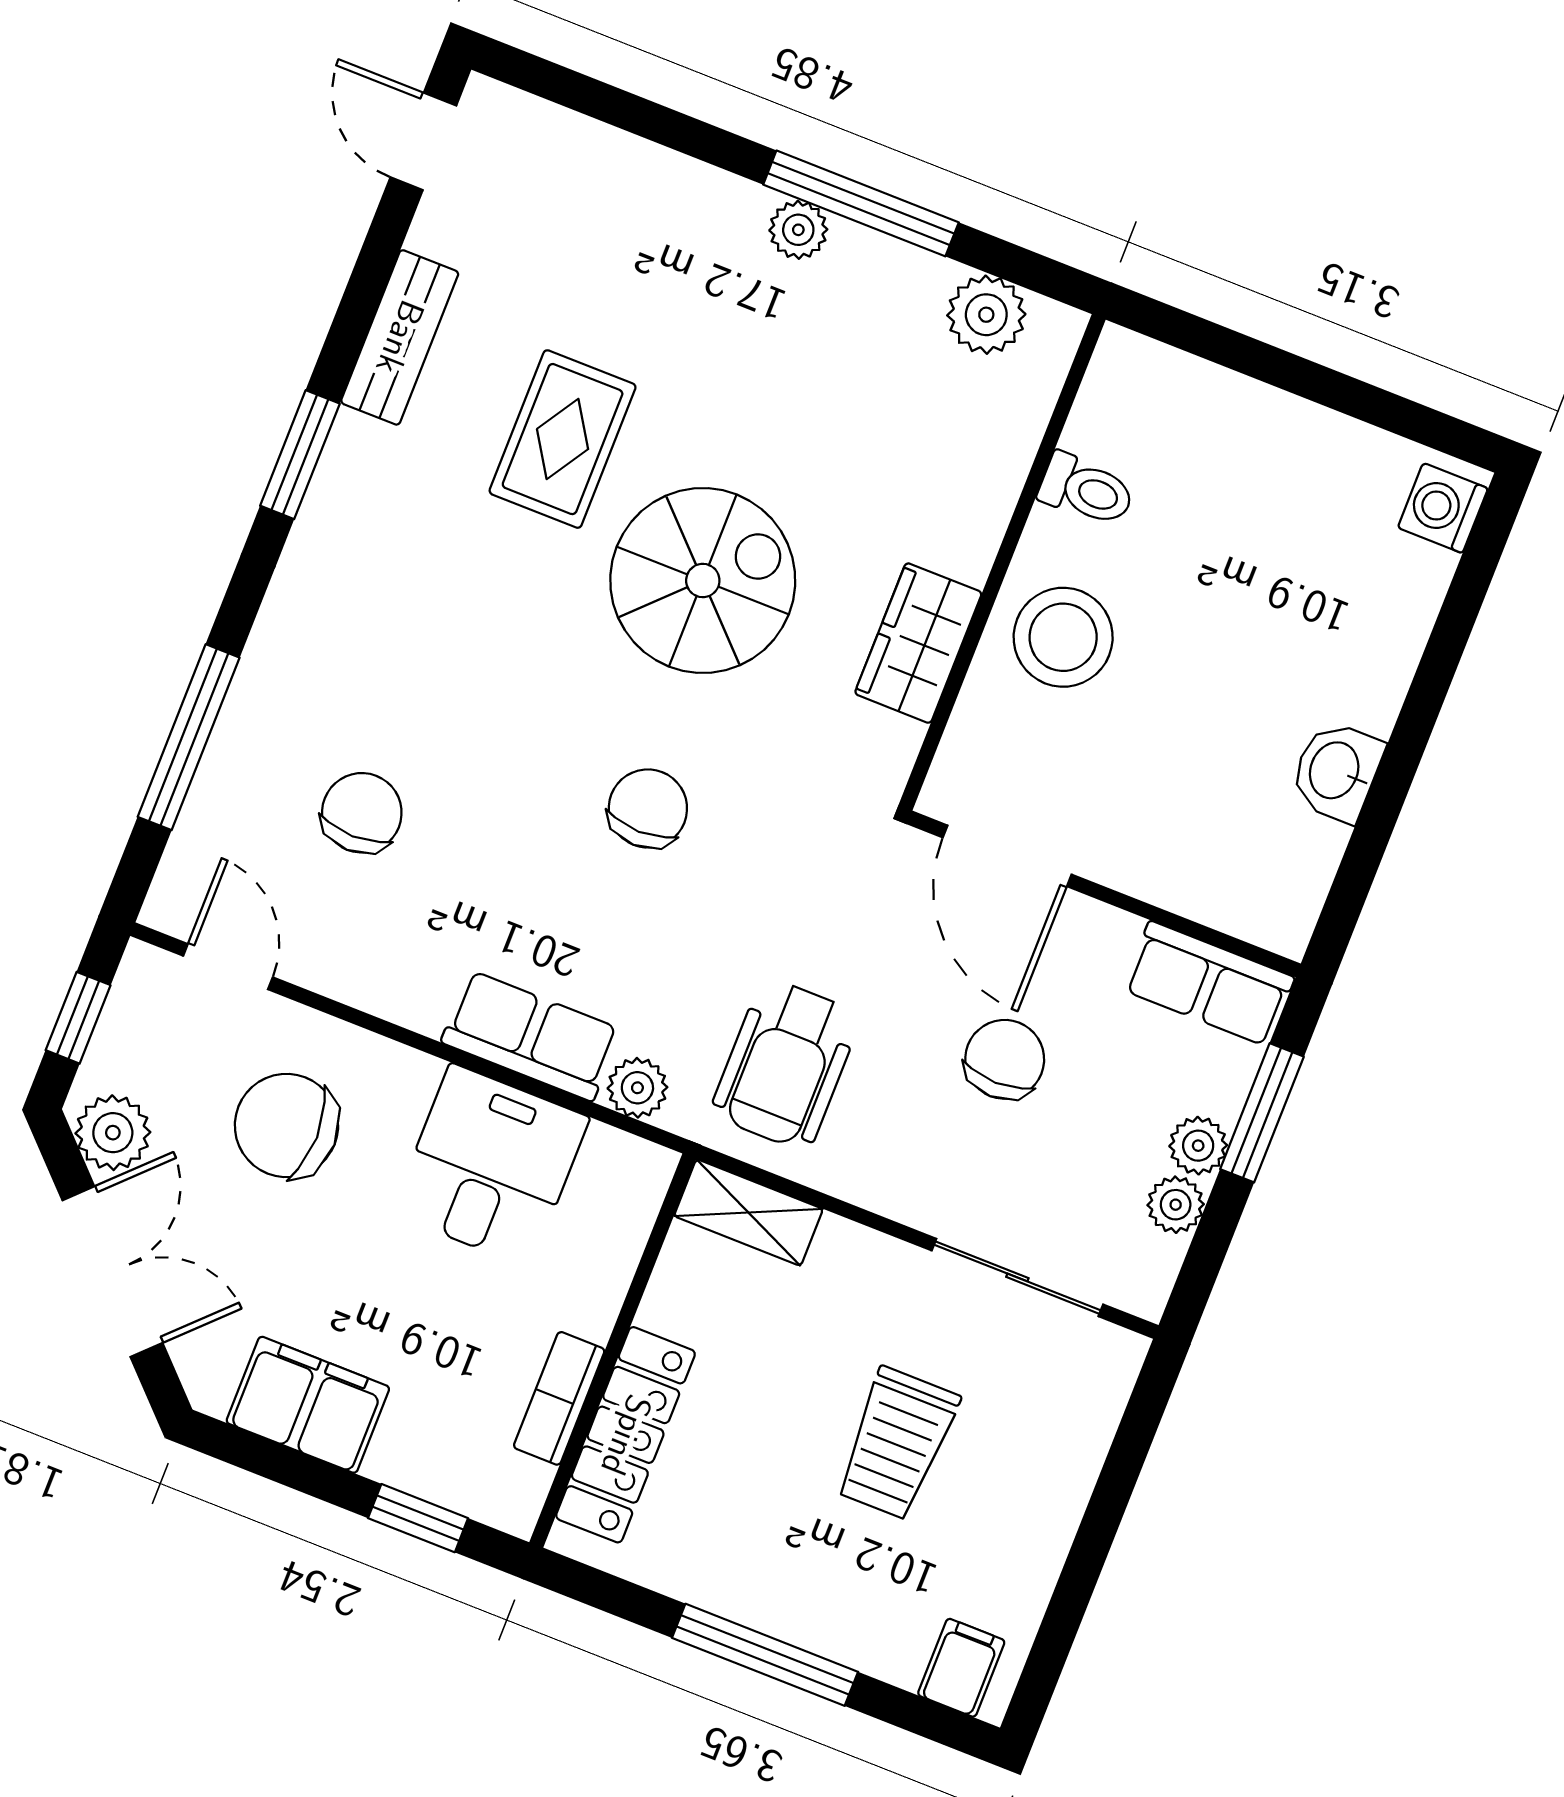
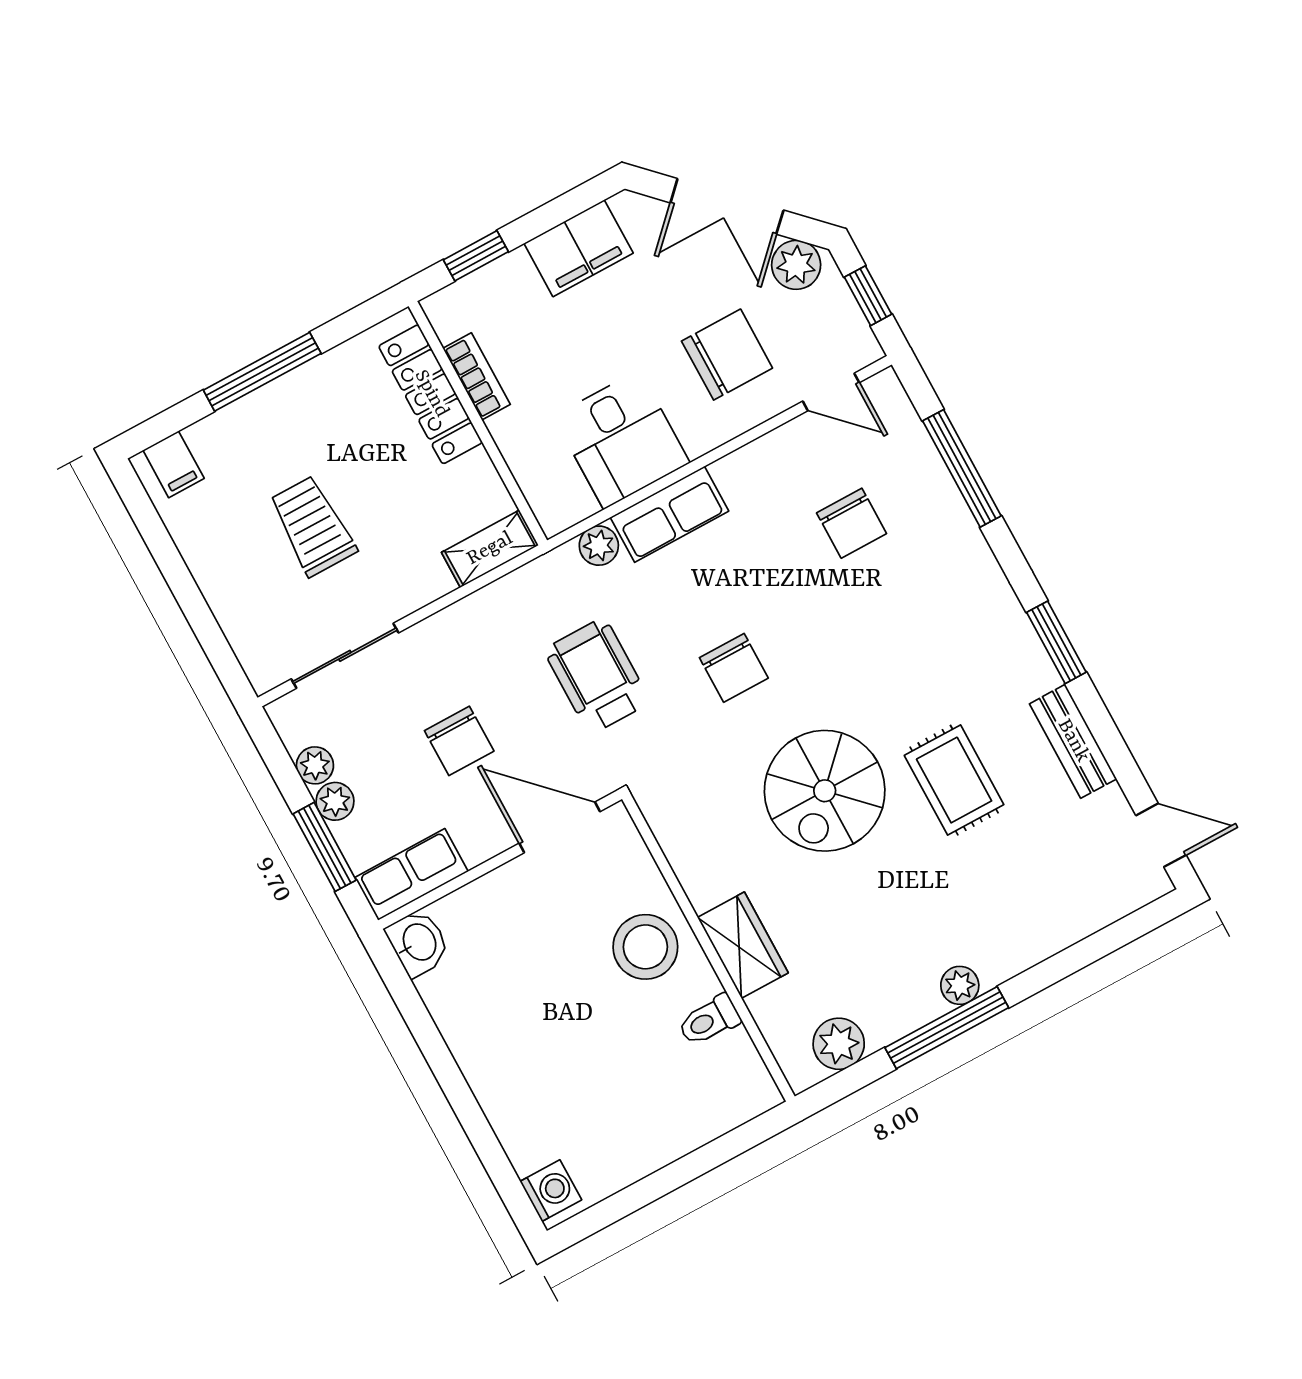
wardrobe: (918, 643) -> (743, 945), moved
washbasin: (1336, 771) -> (418, 943), moved
wheelchair: (786, 1064) -> (597, 676), moved

